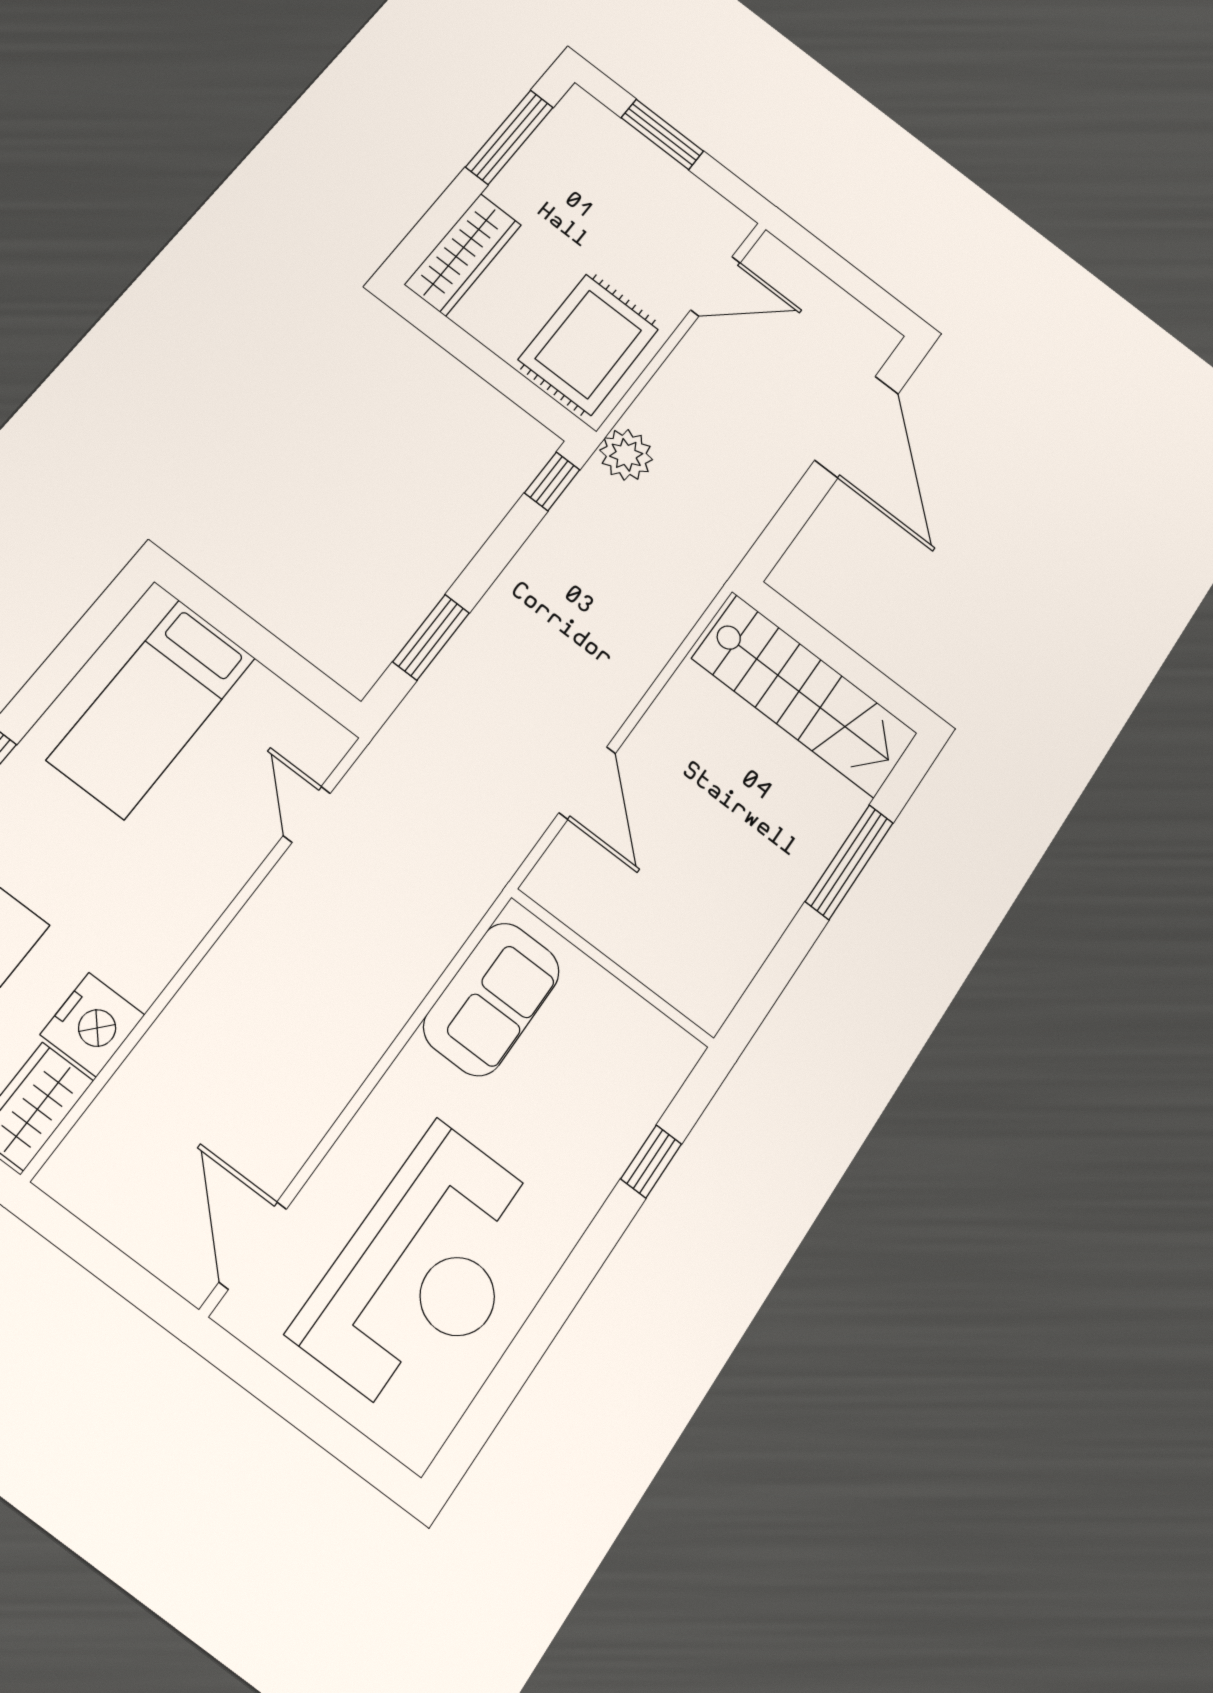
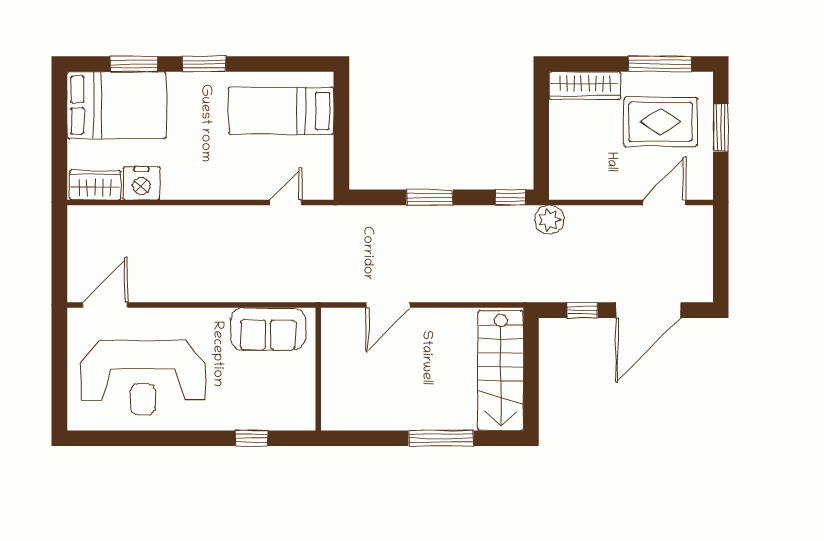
door: (715, 286) -> (664, 202), swing flipped
rug: (589, 344) -> (661, 122), moved
window: (794, 513) -> (583, 310), added
window: (431, 637) -> (430, 197), moved

